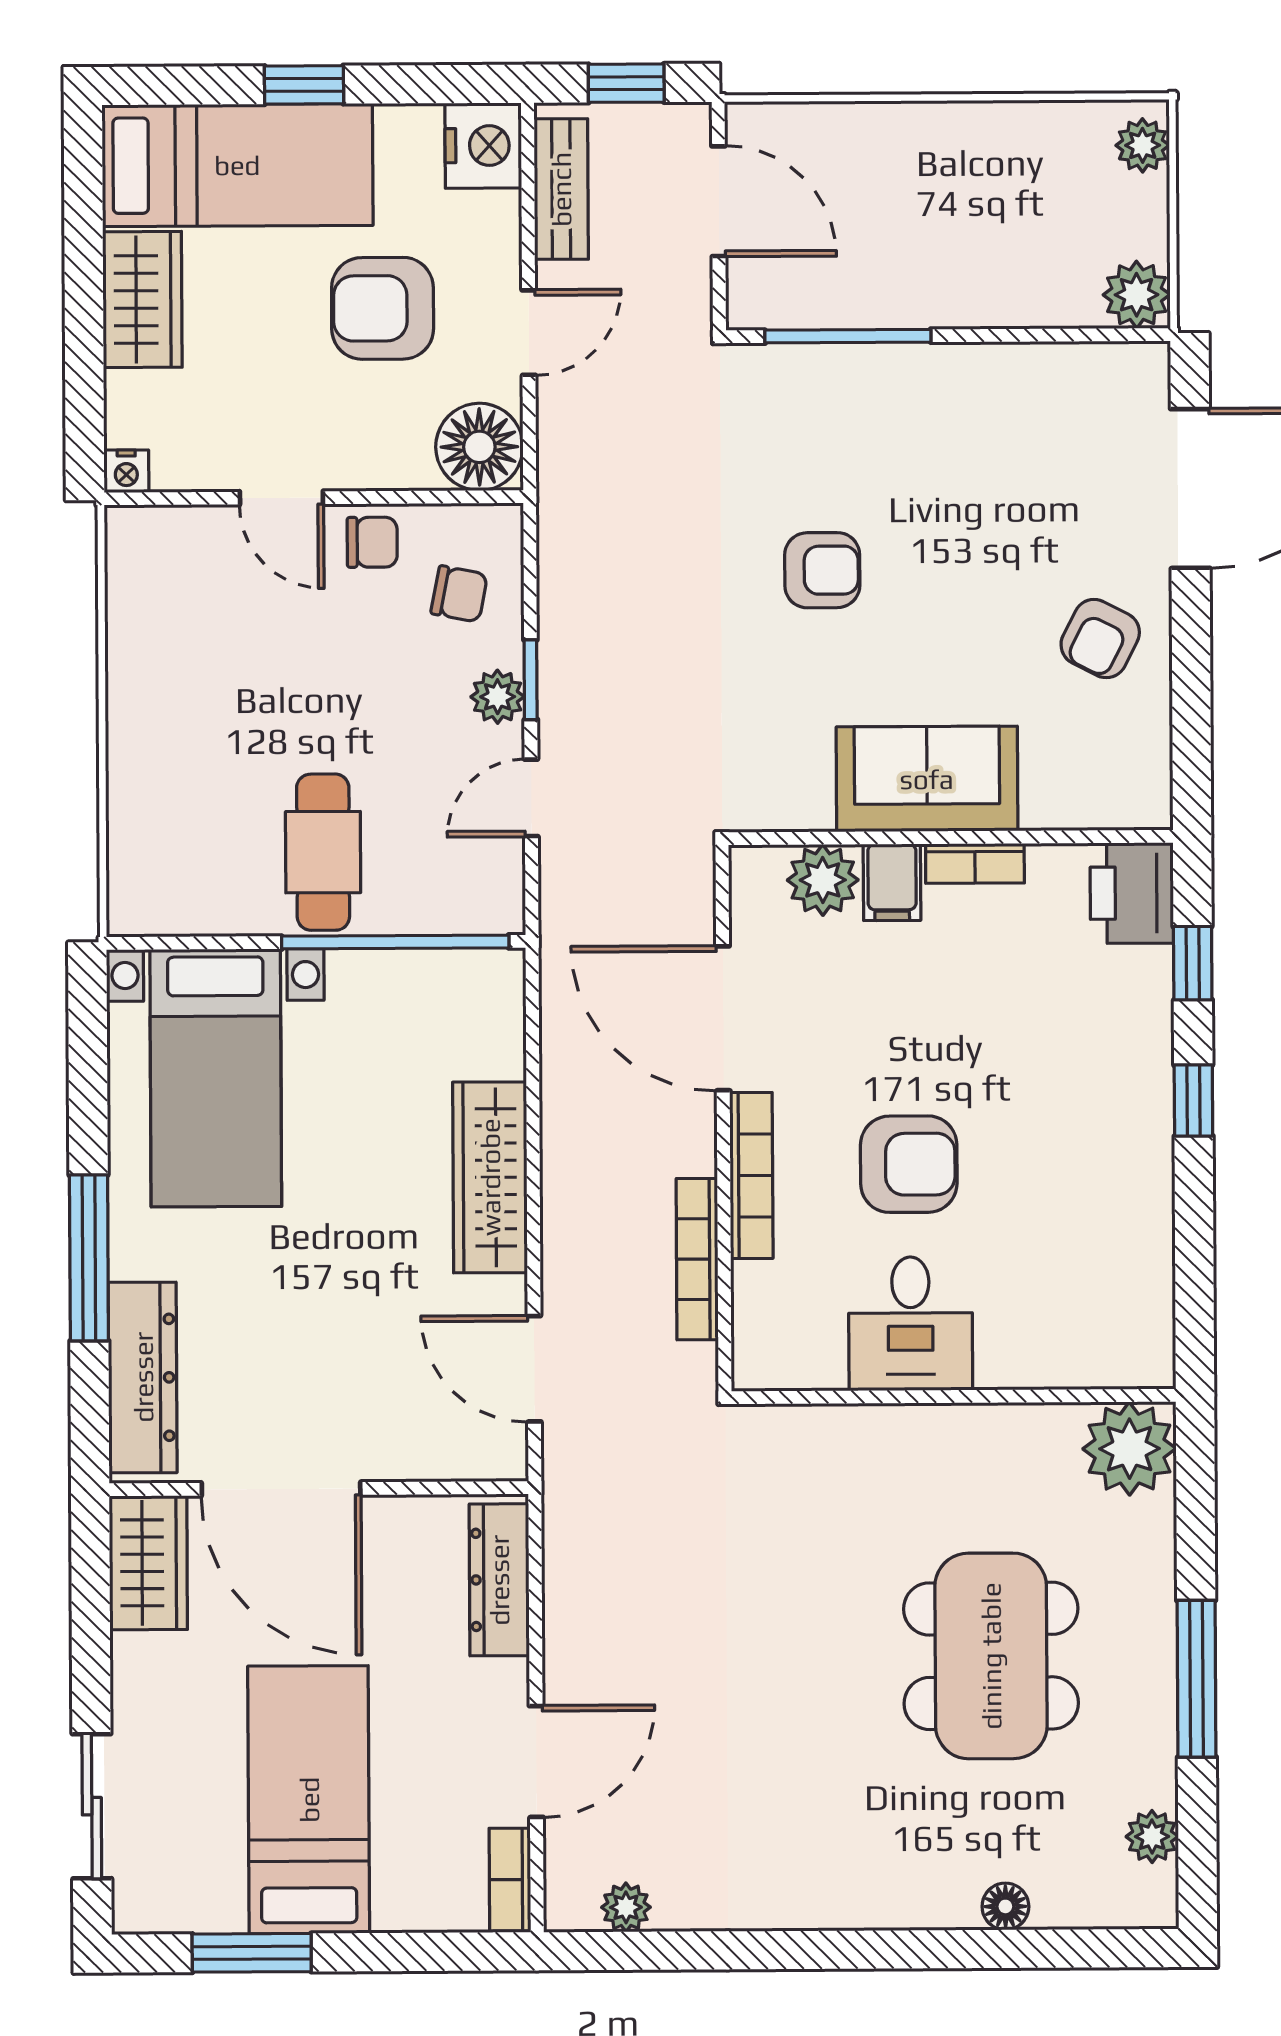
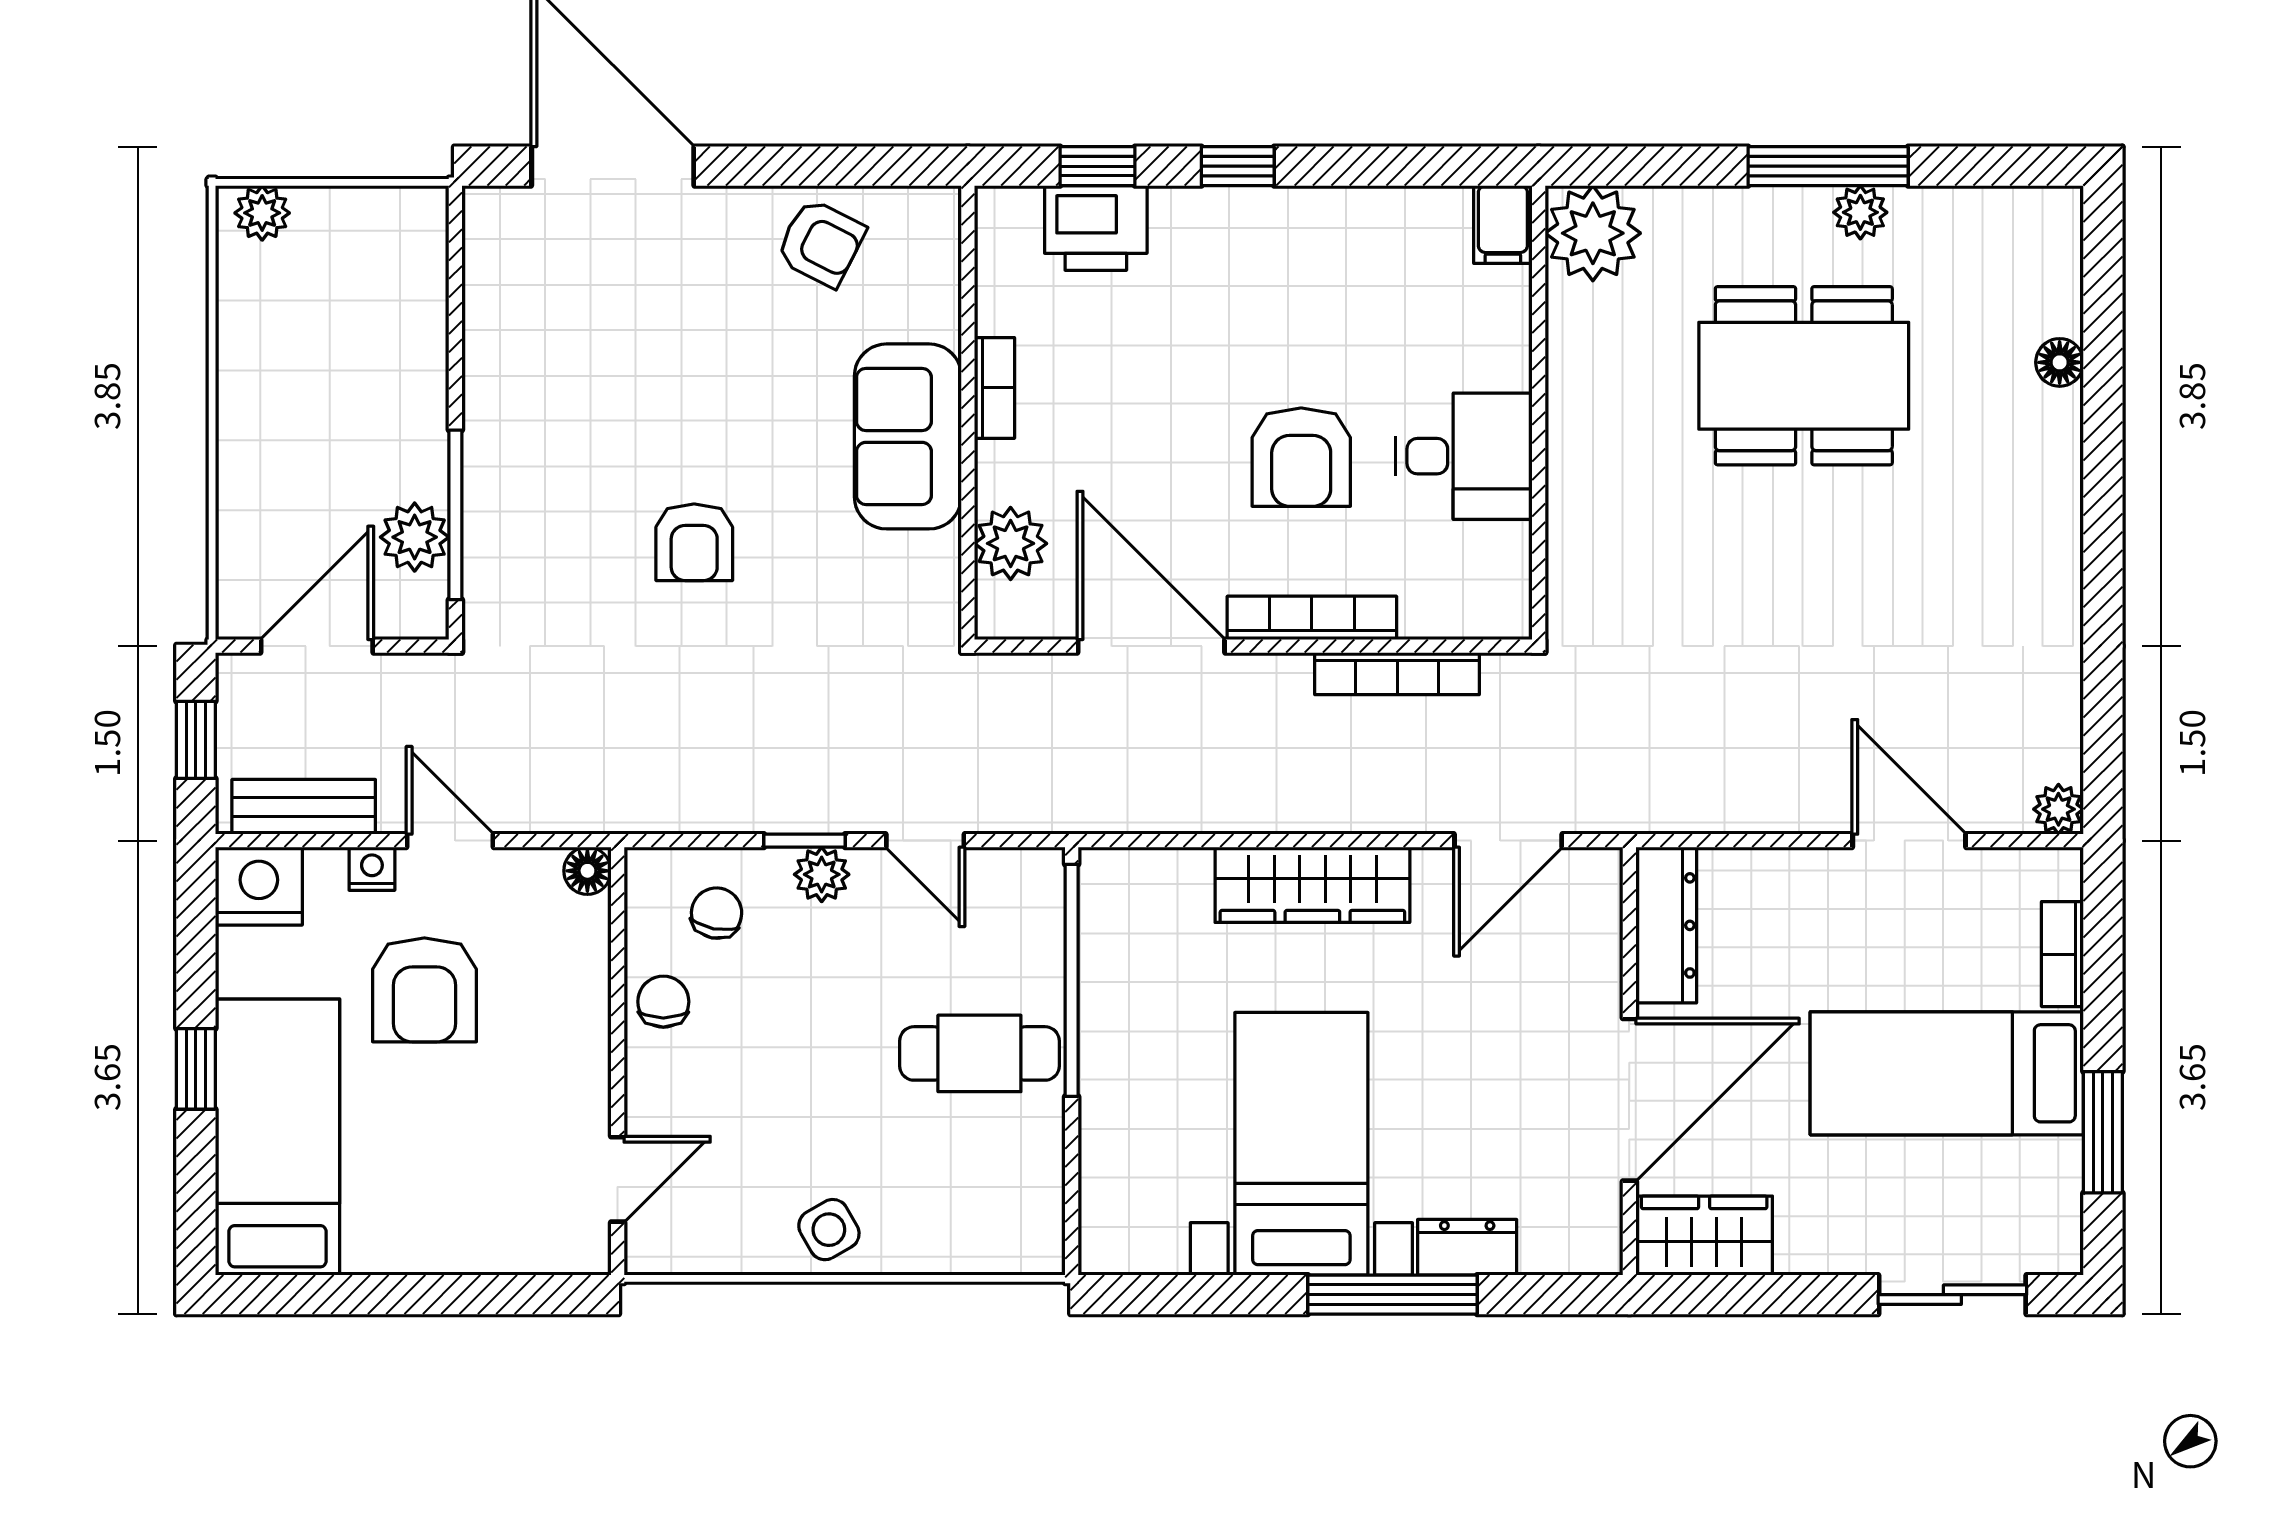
plant: (1137, 295) -> (415, 537), moved
wardrobe: (142, 299) -> (414, 1235), removed
floor lamp: (479, 447) -> (587, 871), width x0.53, depth x0.53
nightstand: (126, 471) -> (372, 869), moved, turned -90
door: (281, 498) -> (618, 1179), moved
armchair: (822, 570) -> (694, 542), turned 180
armchair: (1100, 639) -> (821, 243), moved
side table: (150, 706) -> (829, 1230), added
filing cabinet: (892, 882) -> (1503, 225), moved, turned 90
printer: (1132, 893) -> (1096, 228), moved
door: (723, 1018) -> (1151, 646), swing flipped
bed with nightstands: (216, 1078) -> (1301, 1144), moved, turned -90
armchair: (909, 1164) -> (1301, 457), turned 180
dresser: (143, 1377) -> (1467, 1247), width x0.51, depth x0.80
dresser: (499, 1580) -> (1666, 925), moved, turned -90
plant: (1152, 1837) -> (1860, 212), moved
bookcase: (510, 1880) -> (2062, 954), moved, turned 90
plant: (626, 1907) -> (2058, 809), moved

